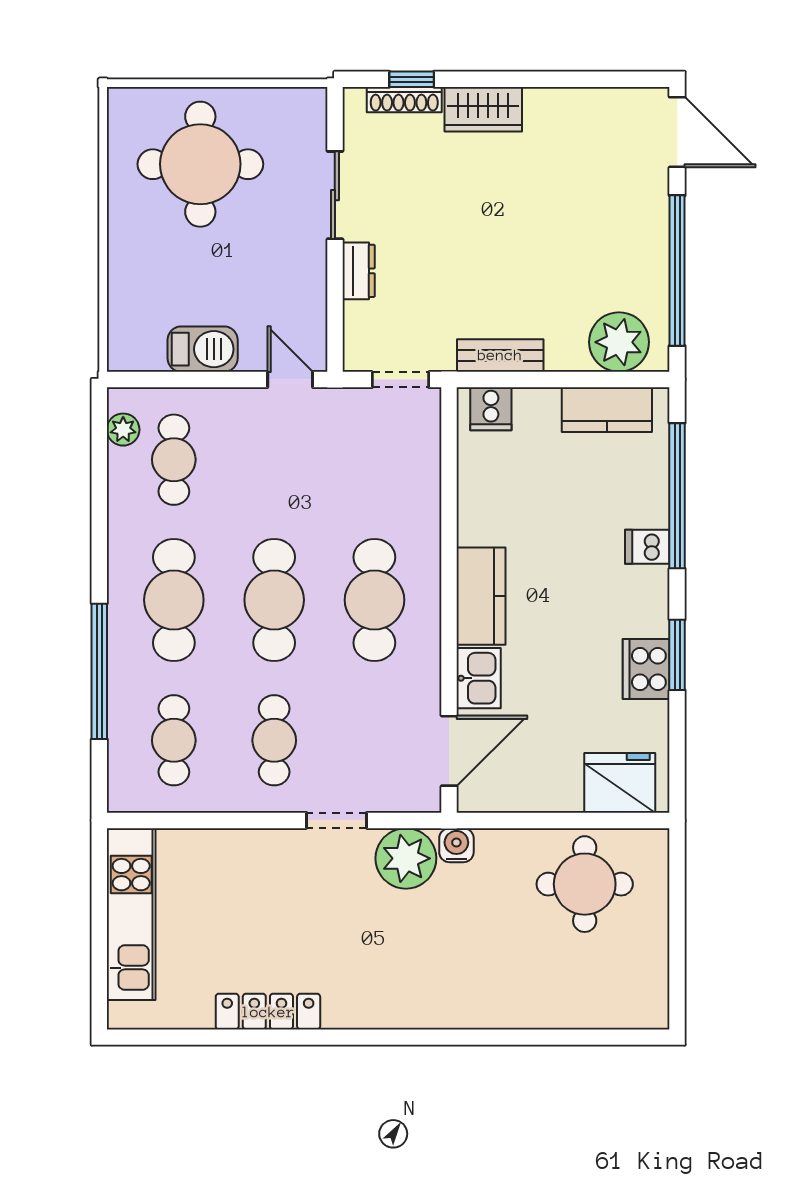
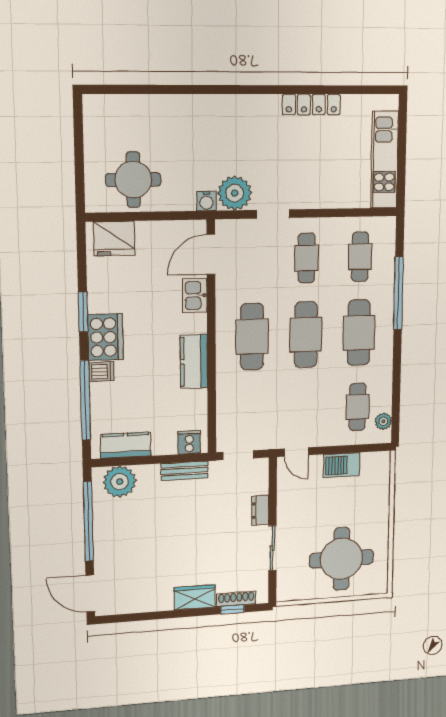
kitchen counter: (481, 596) -> (194, 361), moved
cooker: (646, 669) -> (105, 337), moved, width x1.37, depth x1.31

